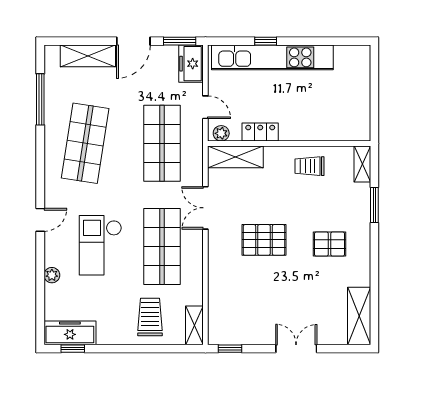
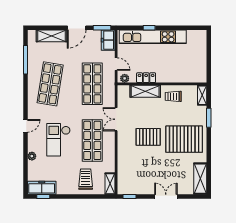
shelving: (235, 157) -> (145, 91), moved
pallet: (330, 244) -> (184, 139), width x2.05, depth x2.00

